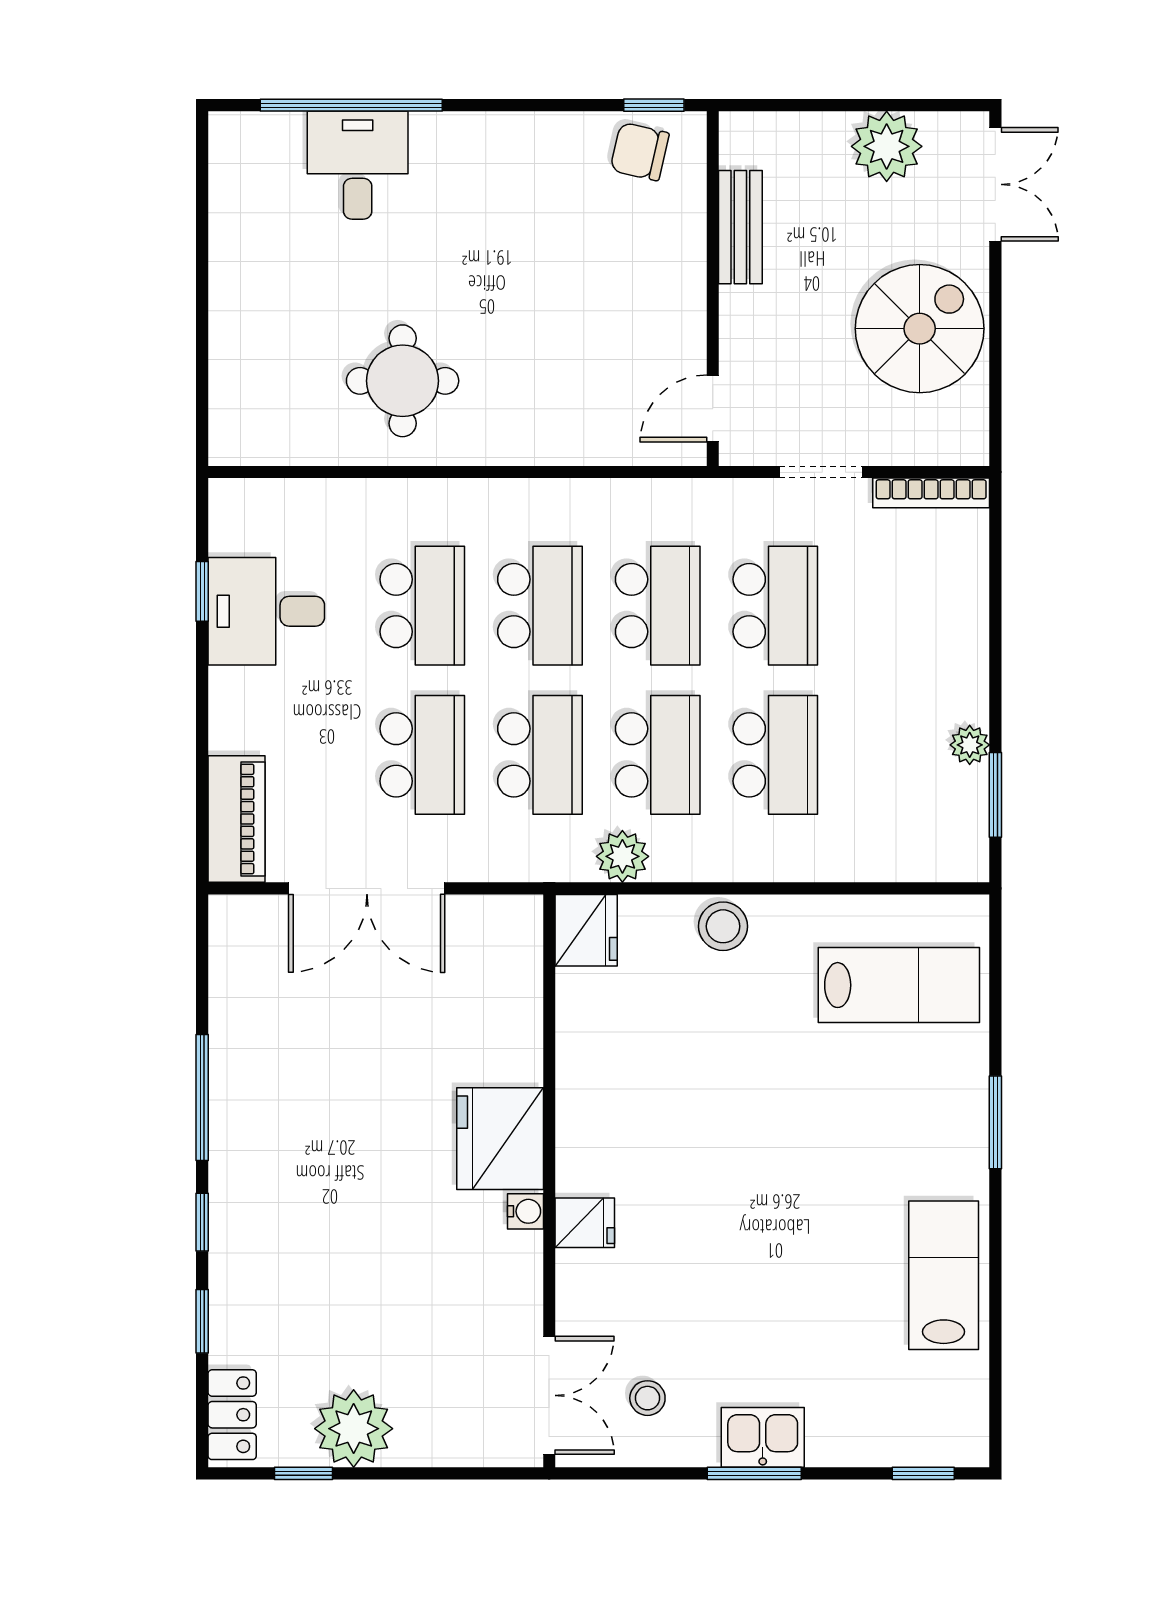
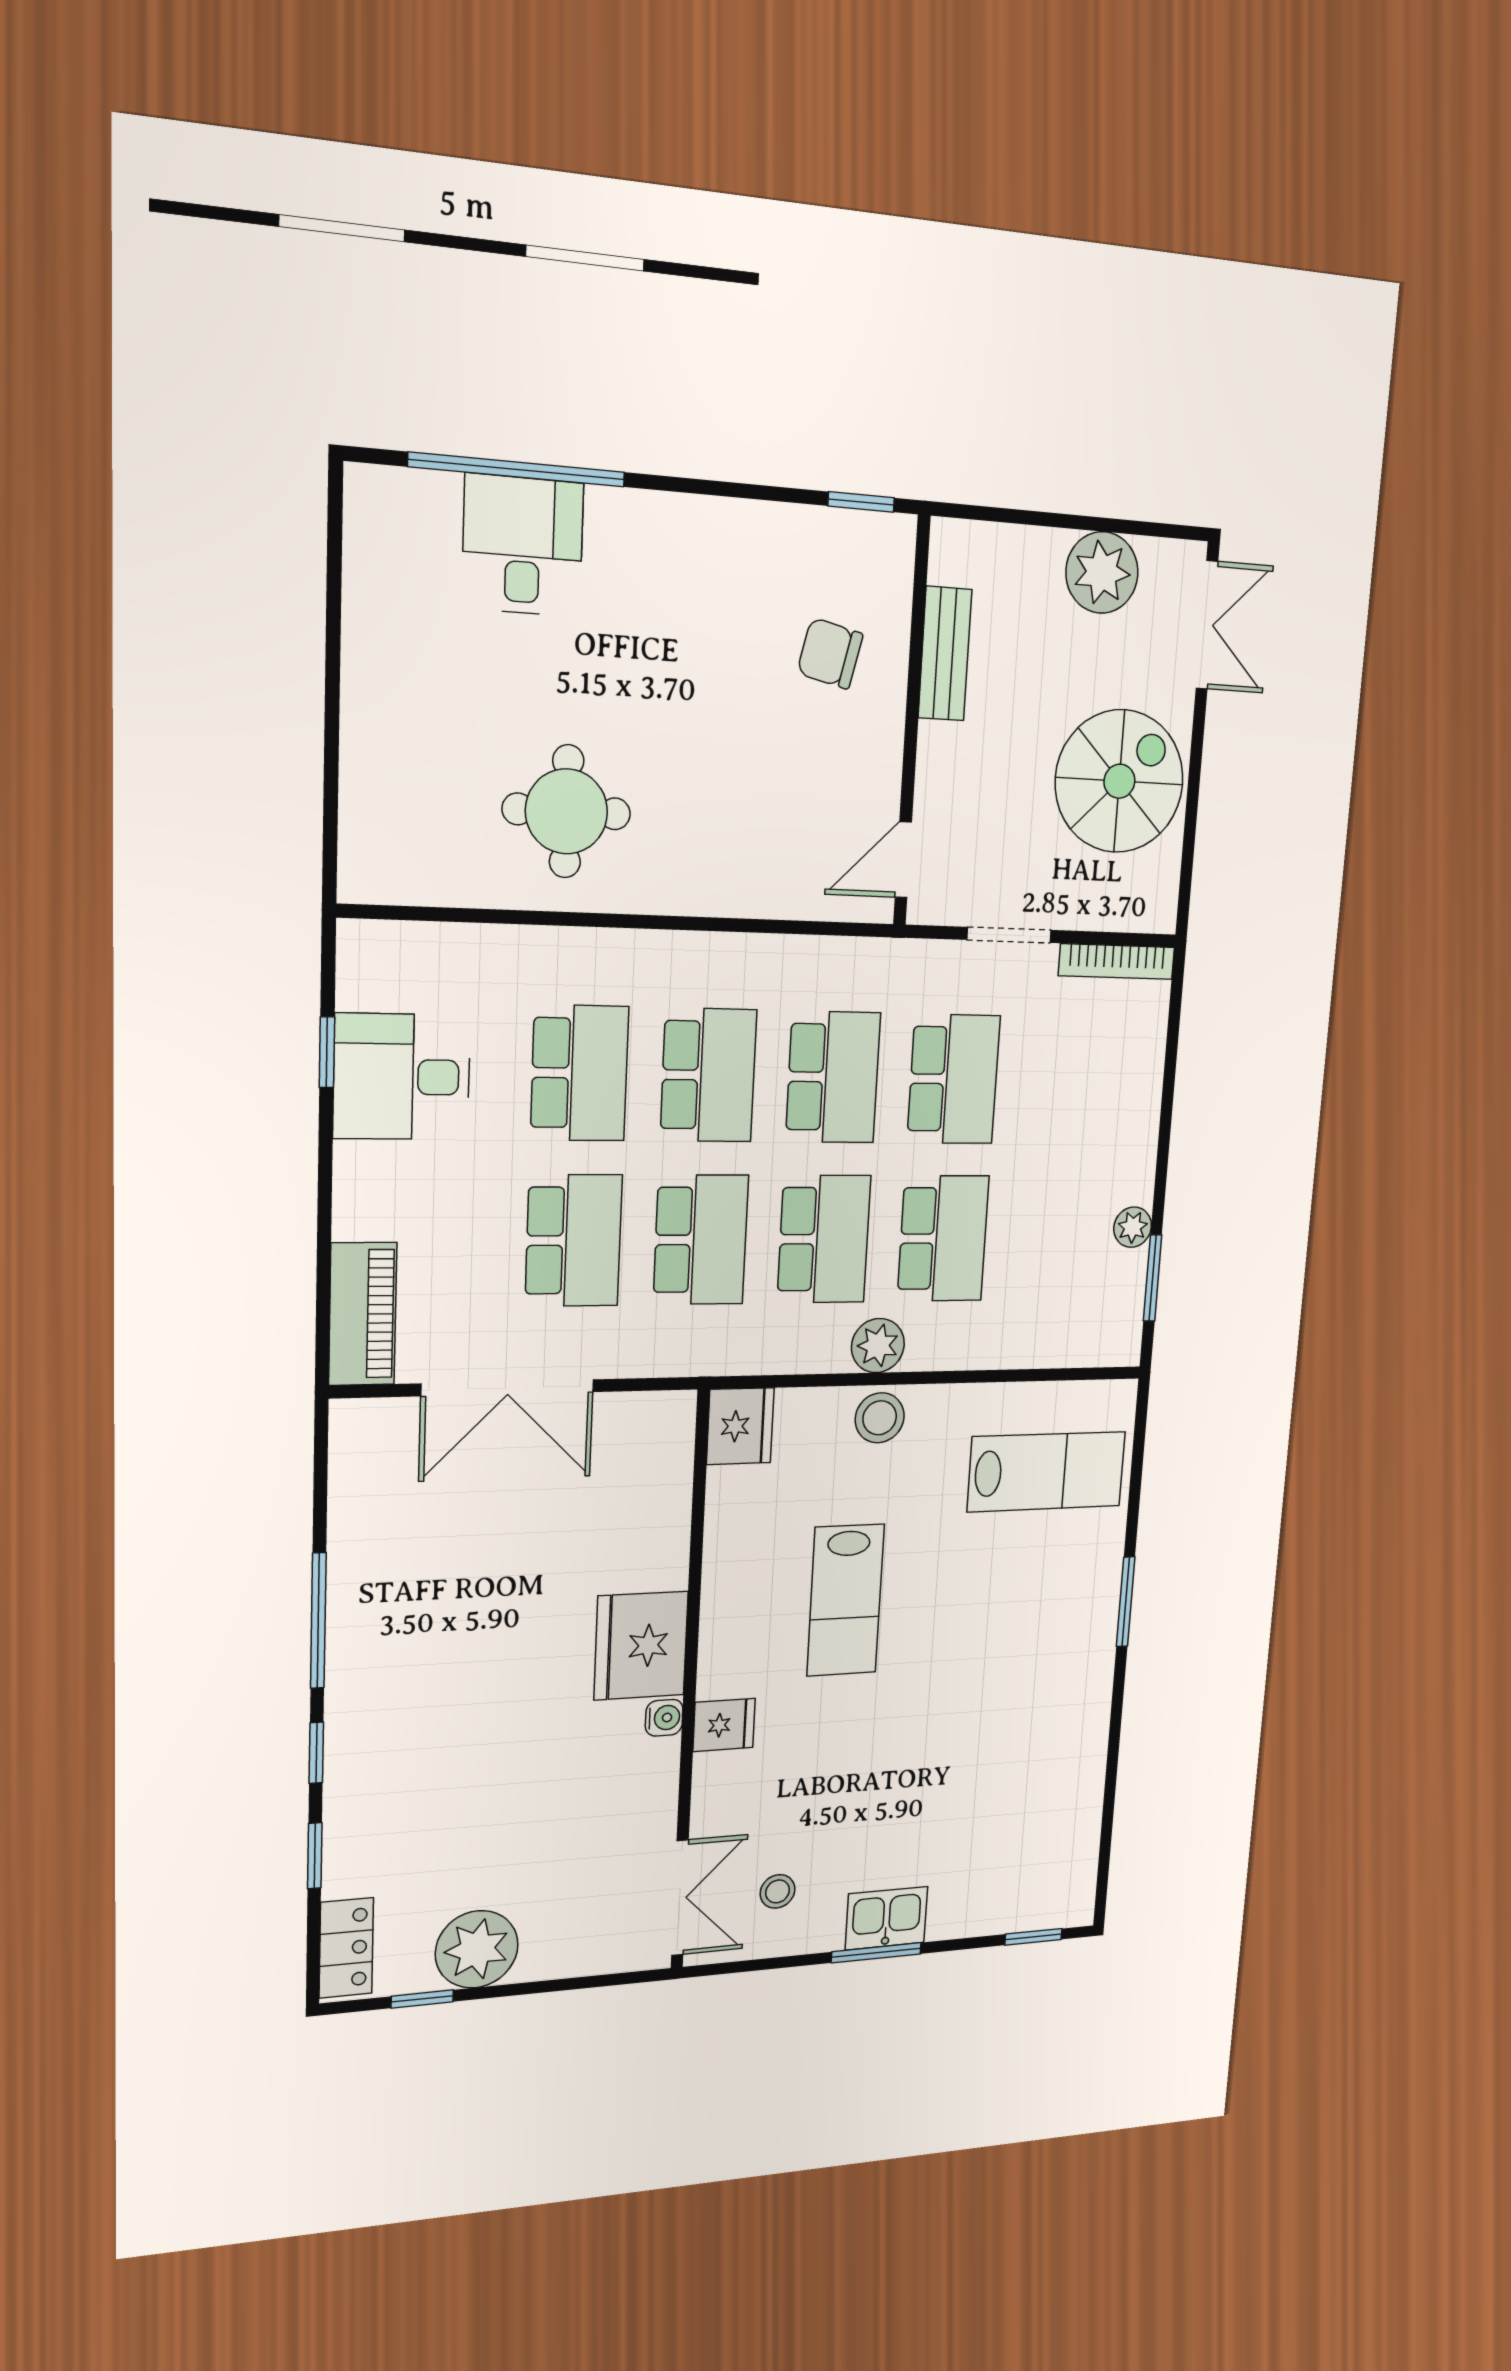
chair: (640, 152) -> (830, 653), moved
plant: (622, 856) -> (878, 1346), moved
lab bench: (944, 1275) -> (846, 1600), moved, turned 180

